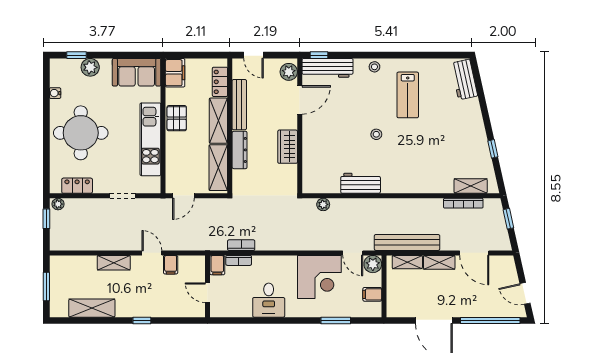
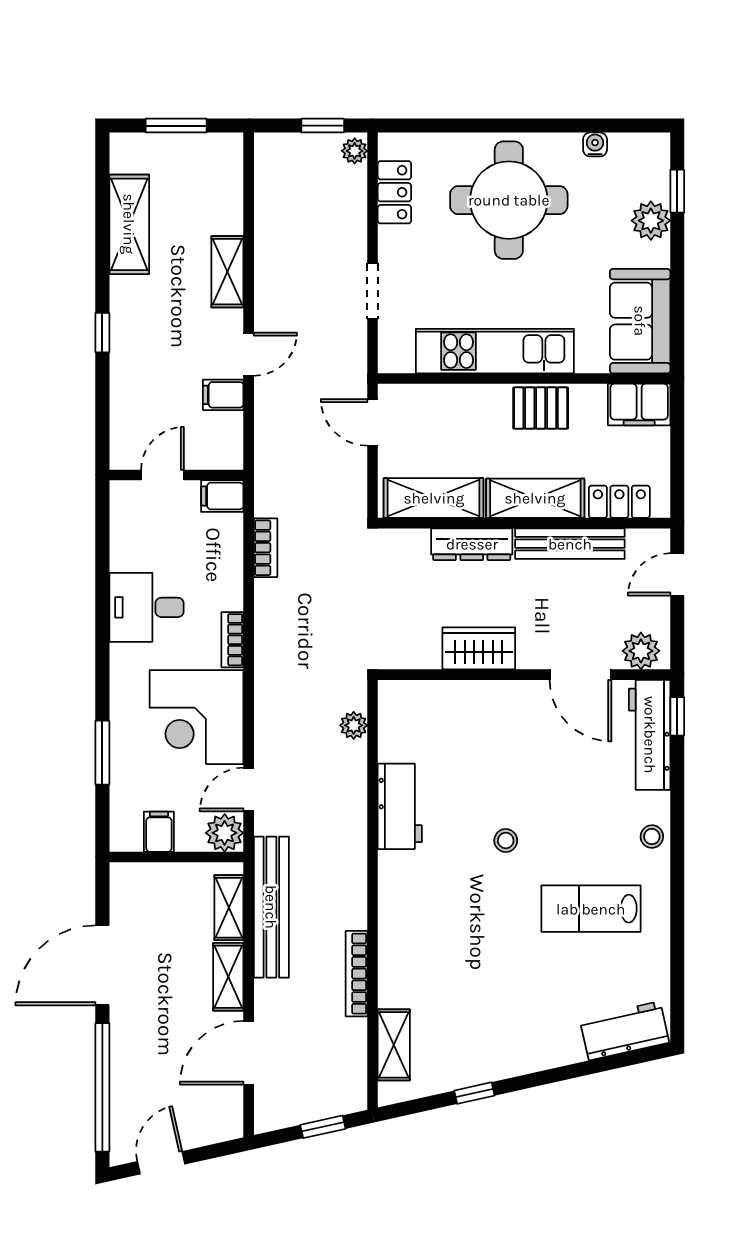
bookcase: (463, 203) -> (356, 974), moved
bookcase: (239, 260) -> (232, 640), moved

